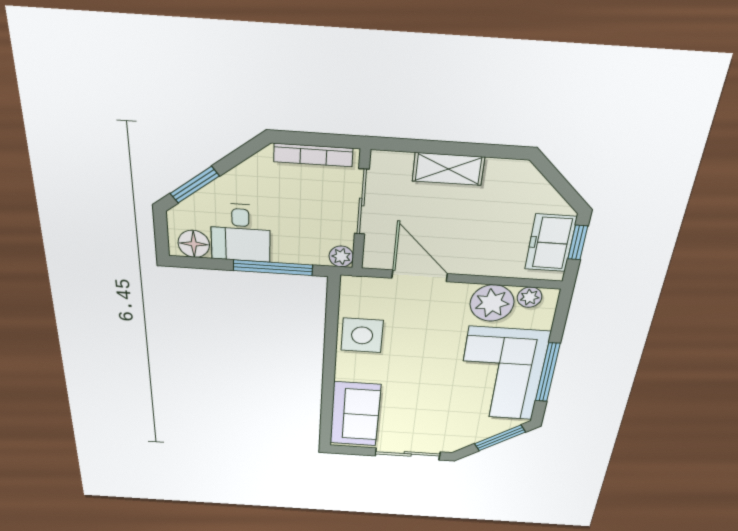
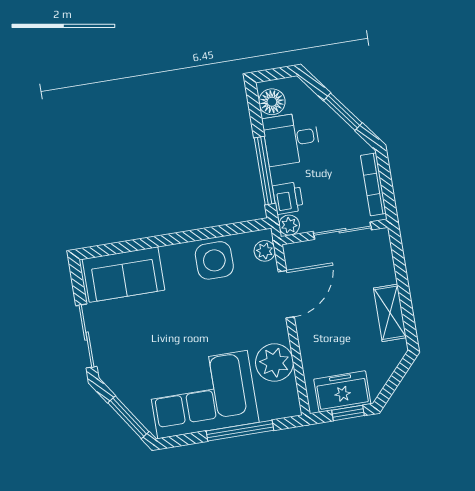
shelving: (448, 169) -> (390, 313), moved
window: (195, 185) -> (343, 112), moved
printer: (310, 251) -> (288, 198), added
plant: (530, 297) -> (265, 251), moved
window: (548, 372) -> (240, 431), moved

